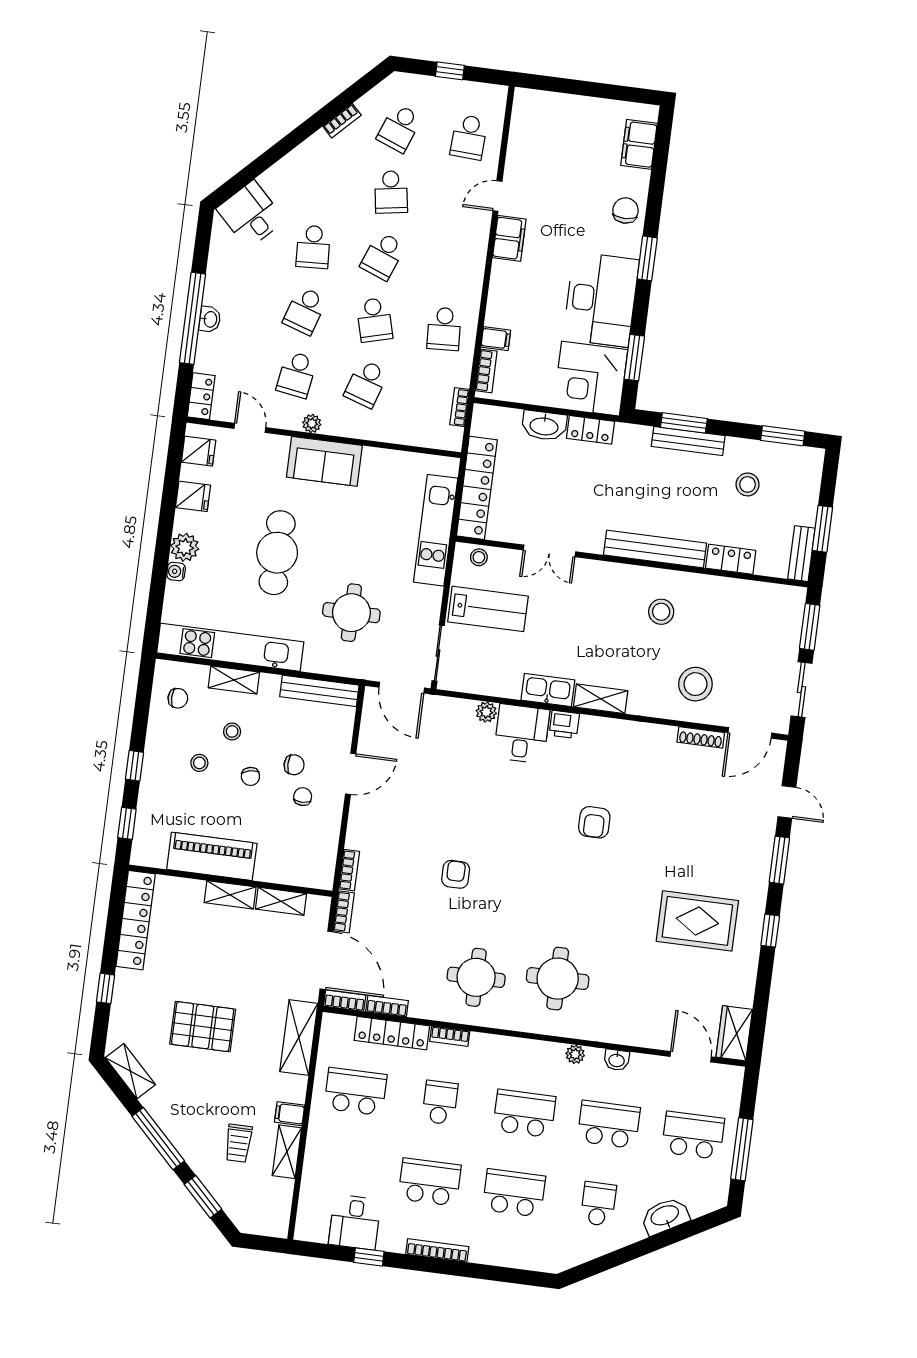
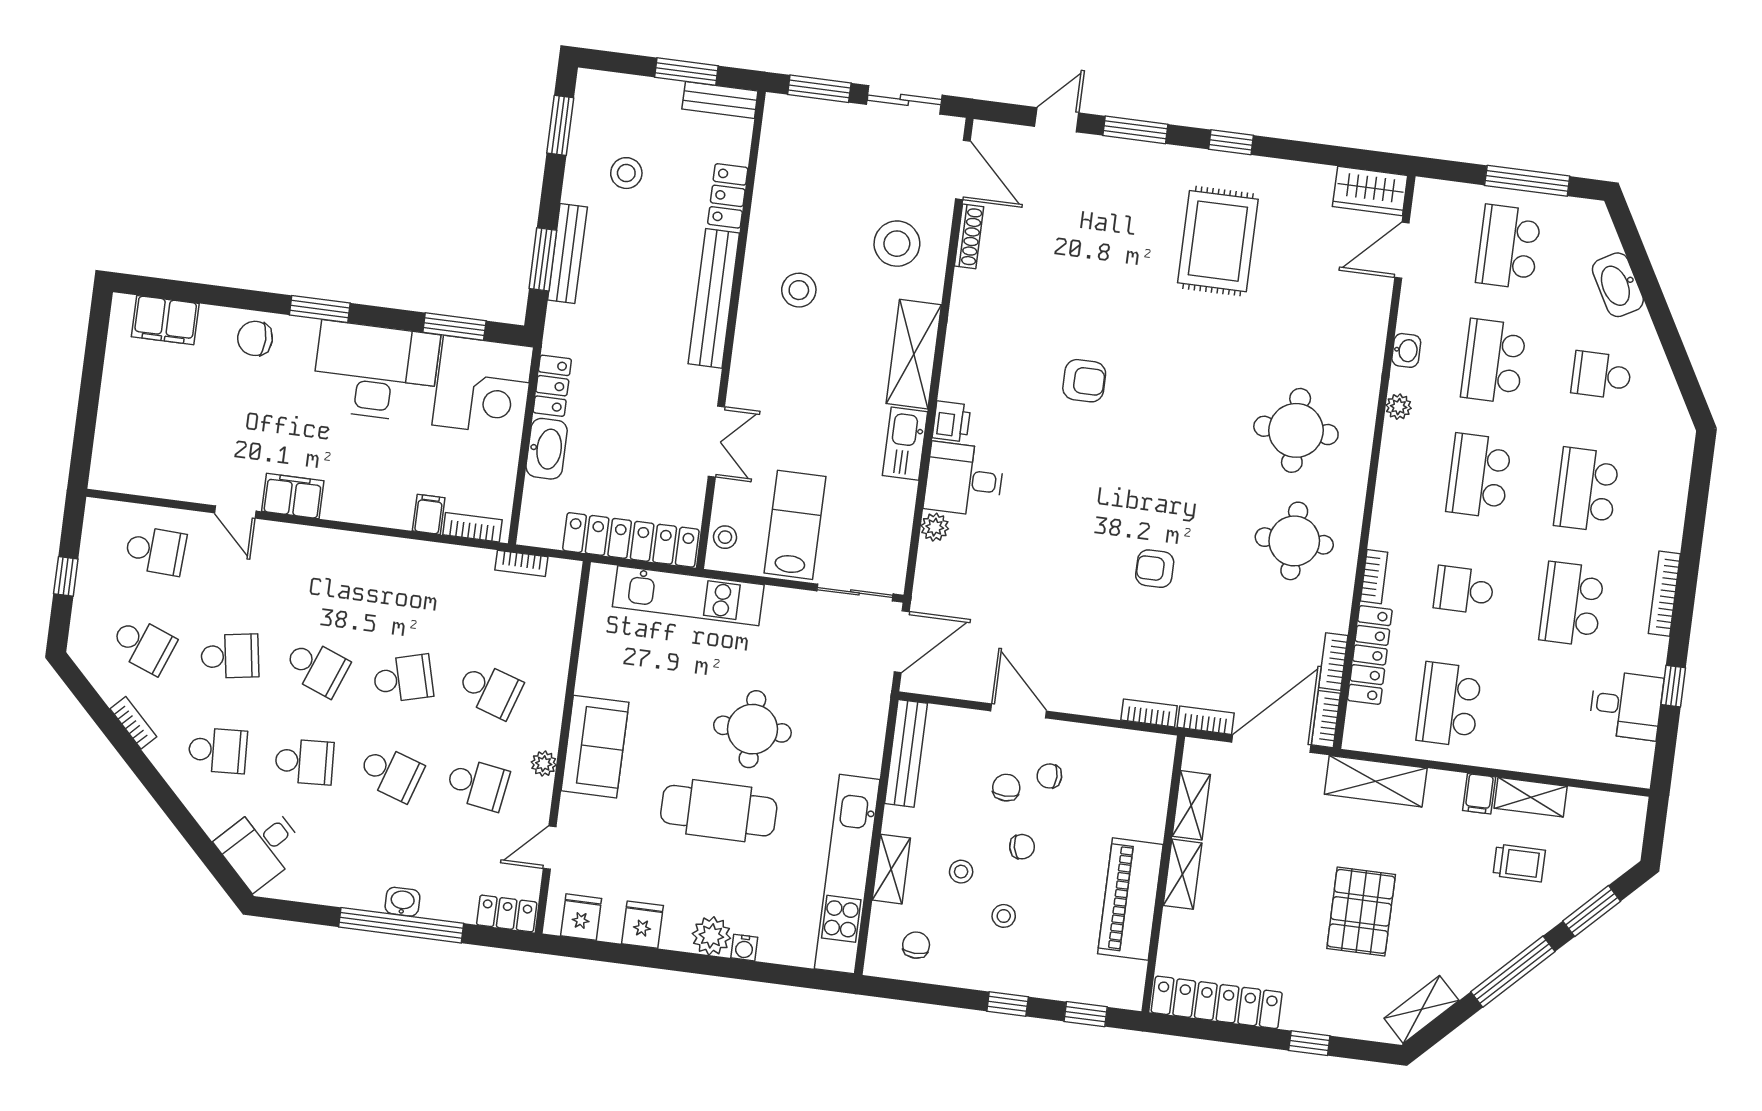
school desk: (444, 329) -> (218, 750), moved
round table: (351, 613) -> (752, 729), moved
shelving: (601, 699) -> (914, 354), width x1.50, depth x1.33

